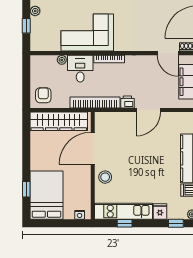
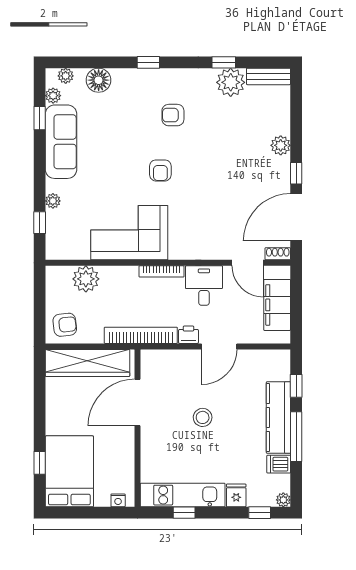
plant: (62, 60) -> (86, 279), width x1.88, depth x1.88
desk: (80, 69) -> (204, 286), moved
armchair: (43, 95) -> (65, 325), turned 84
stool: (105, 177) -> (203, 417), moved

